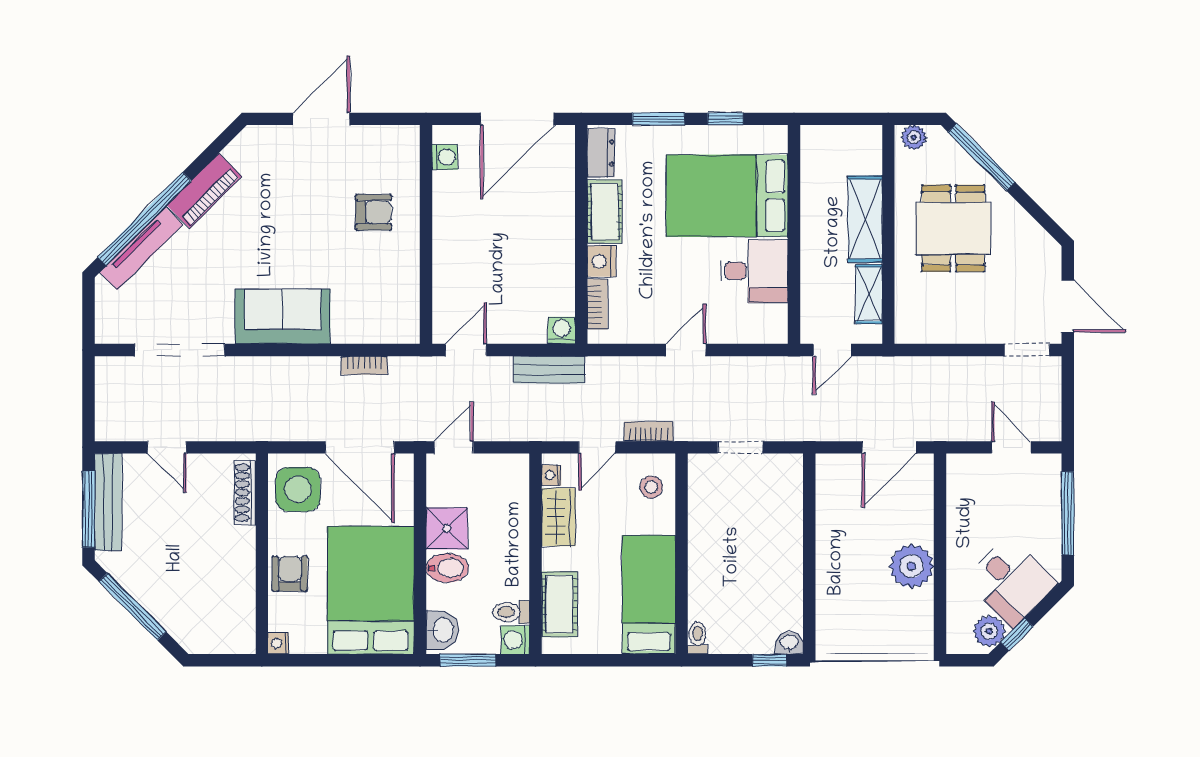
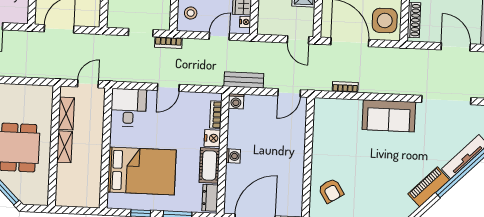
plant: (914, 137) -> (38, 198), removed
washing machine: (445, 157) -> (233, 156), moved, turned 180
armchair: (374, 212) -> (331, 191), moved, turned -122
shelving: (865, 219) -> (65, 147), width x0.67, depth x0.75
desk: (754, 271) -> (128, 108), moved, turned 90
bookcase: (649, 431) -> (168, 43), moved
door: (167, 447) -> (456, 47), width x1.38
door: (454, 447) -> (298, 40), hinge flipped

